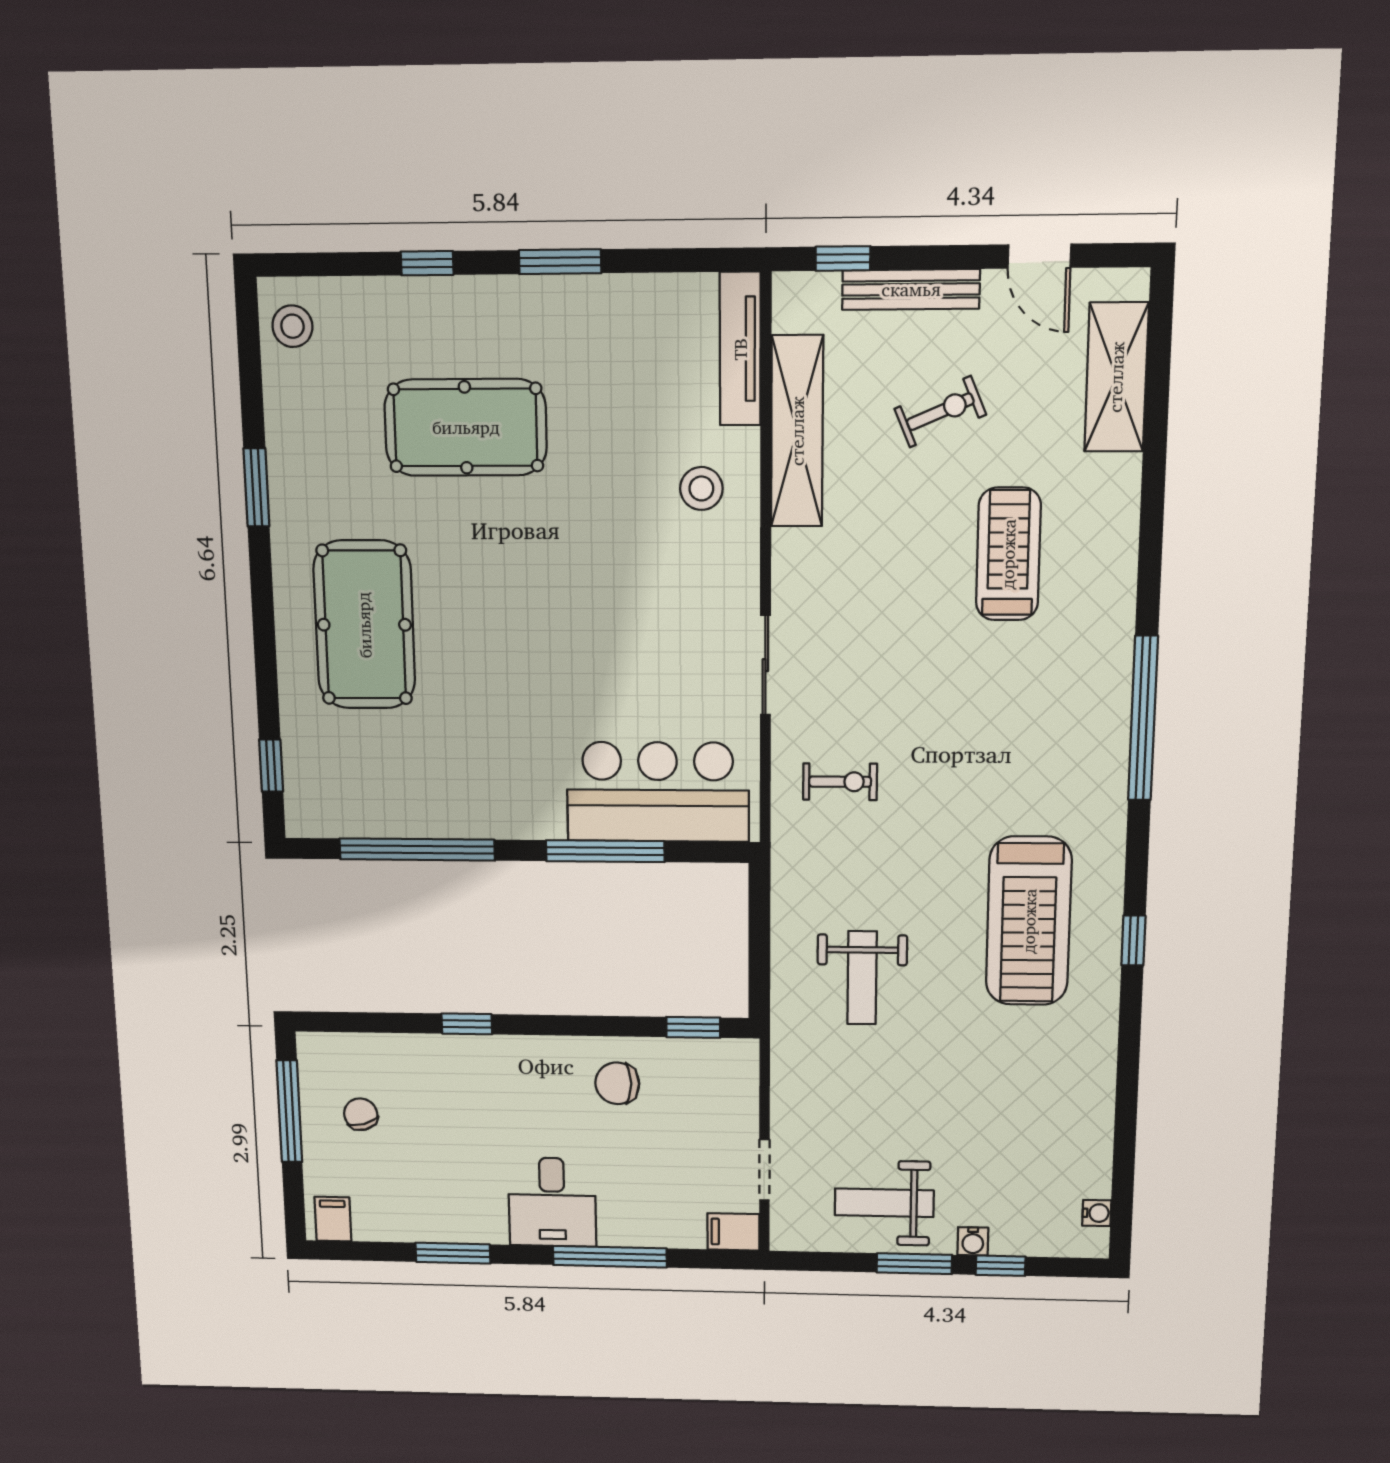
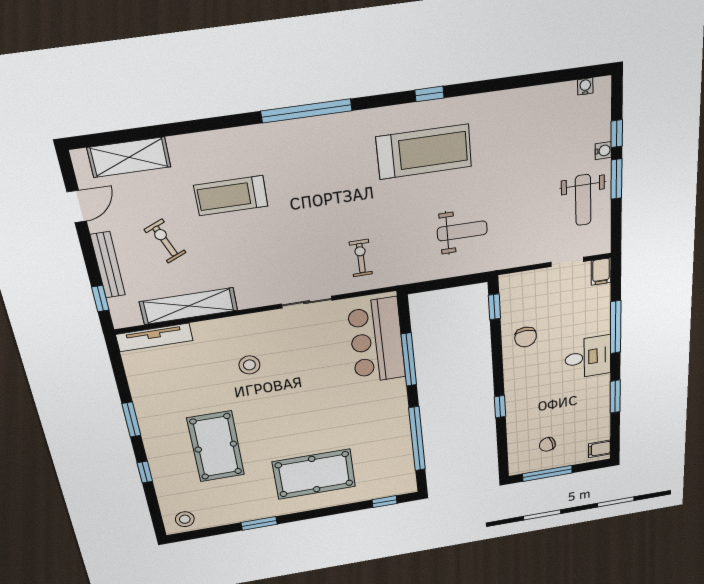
stool: (701, 488) -> (249, 365), moved

